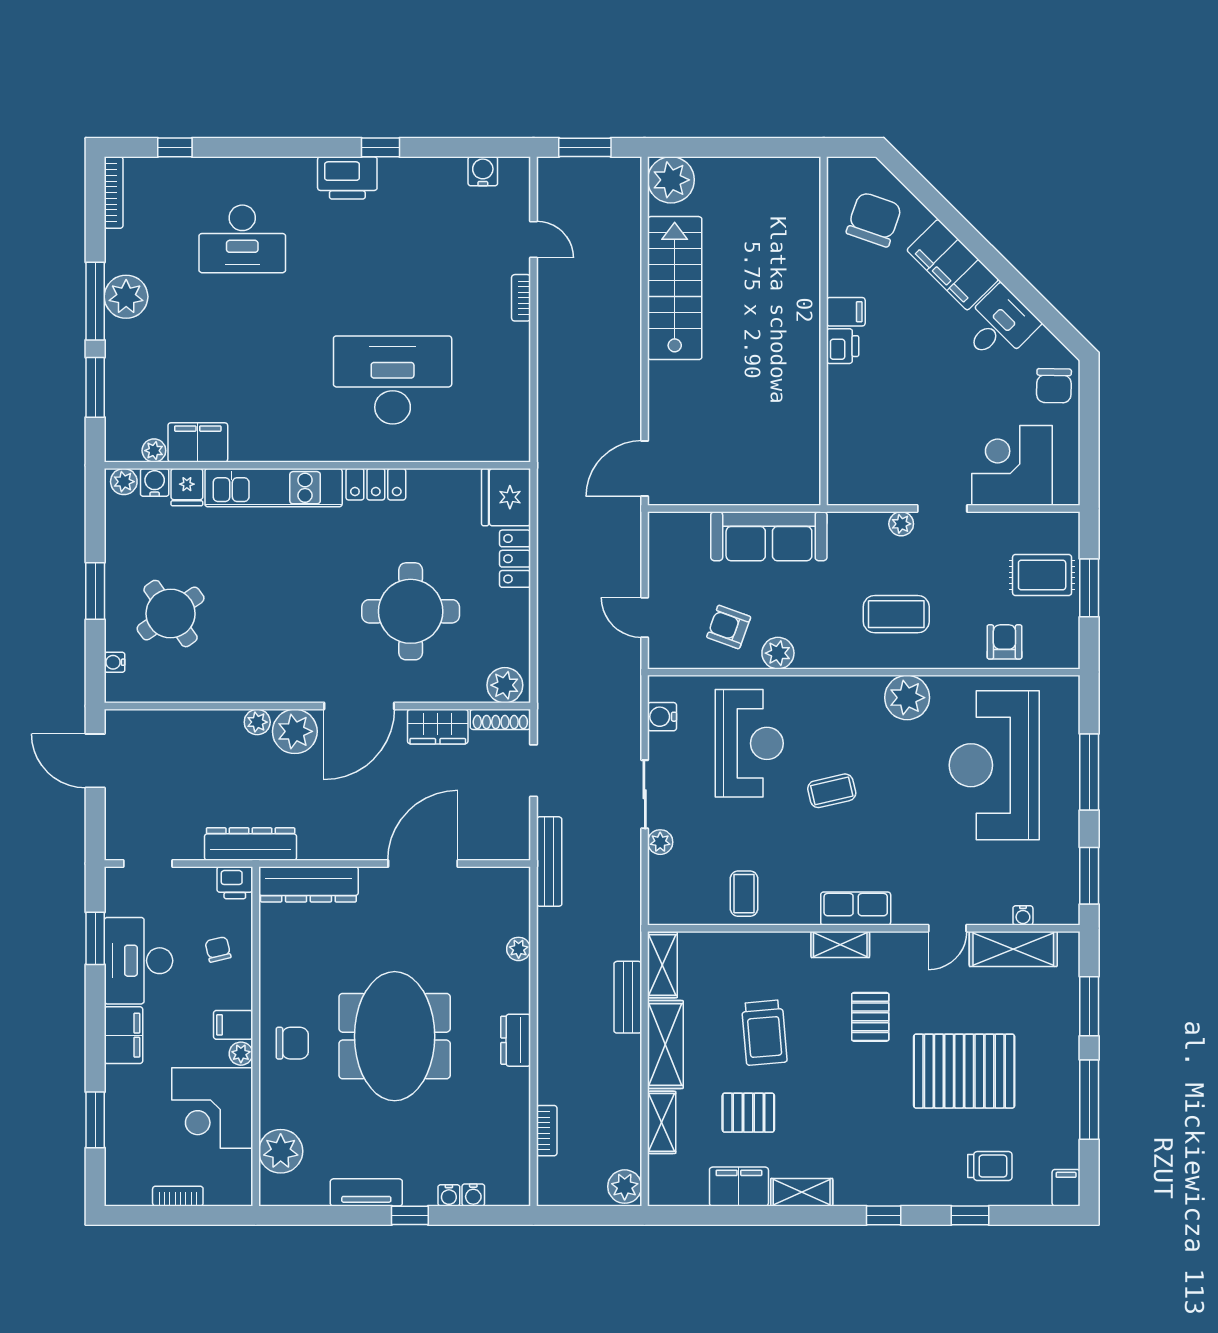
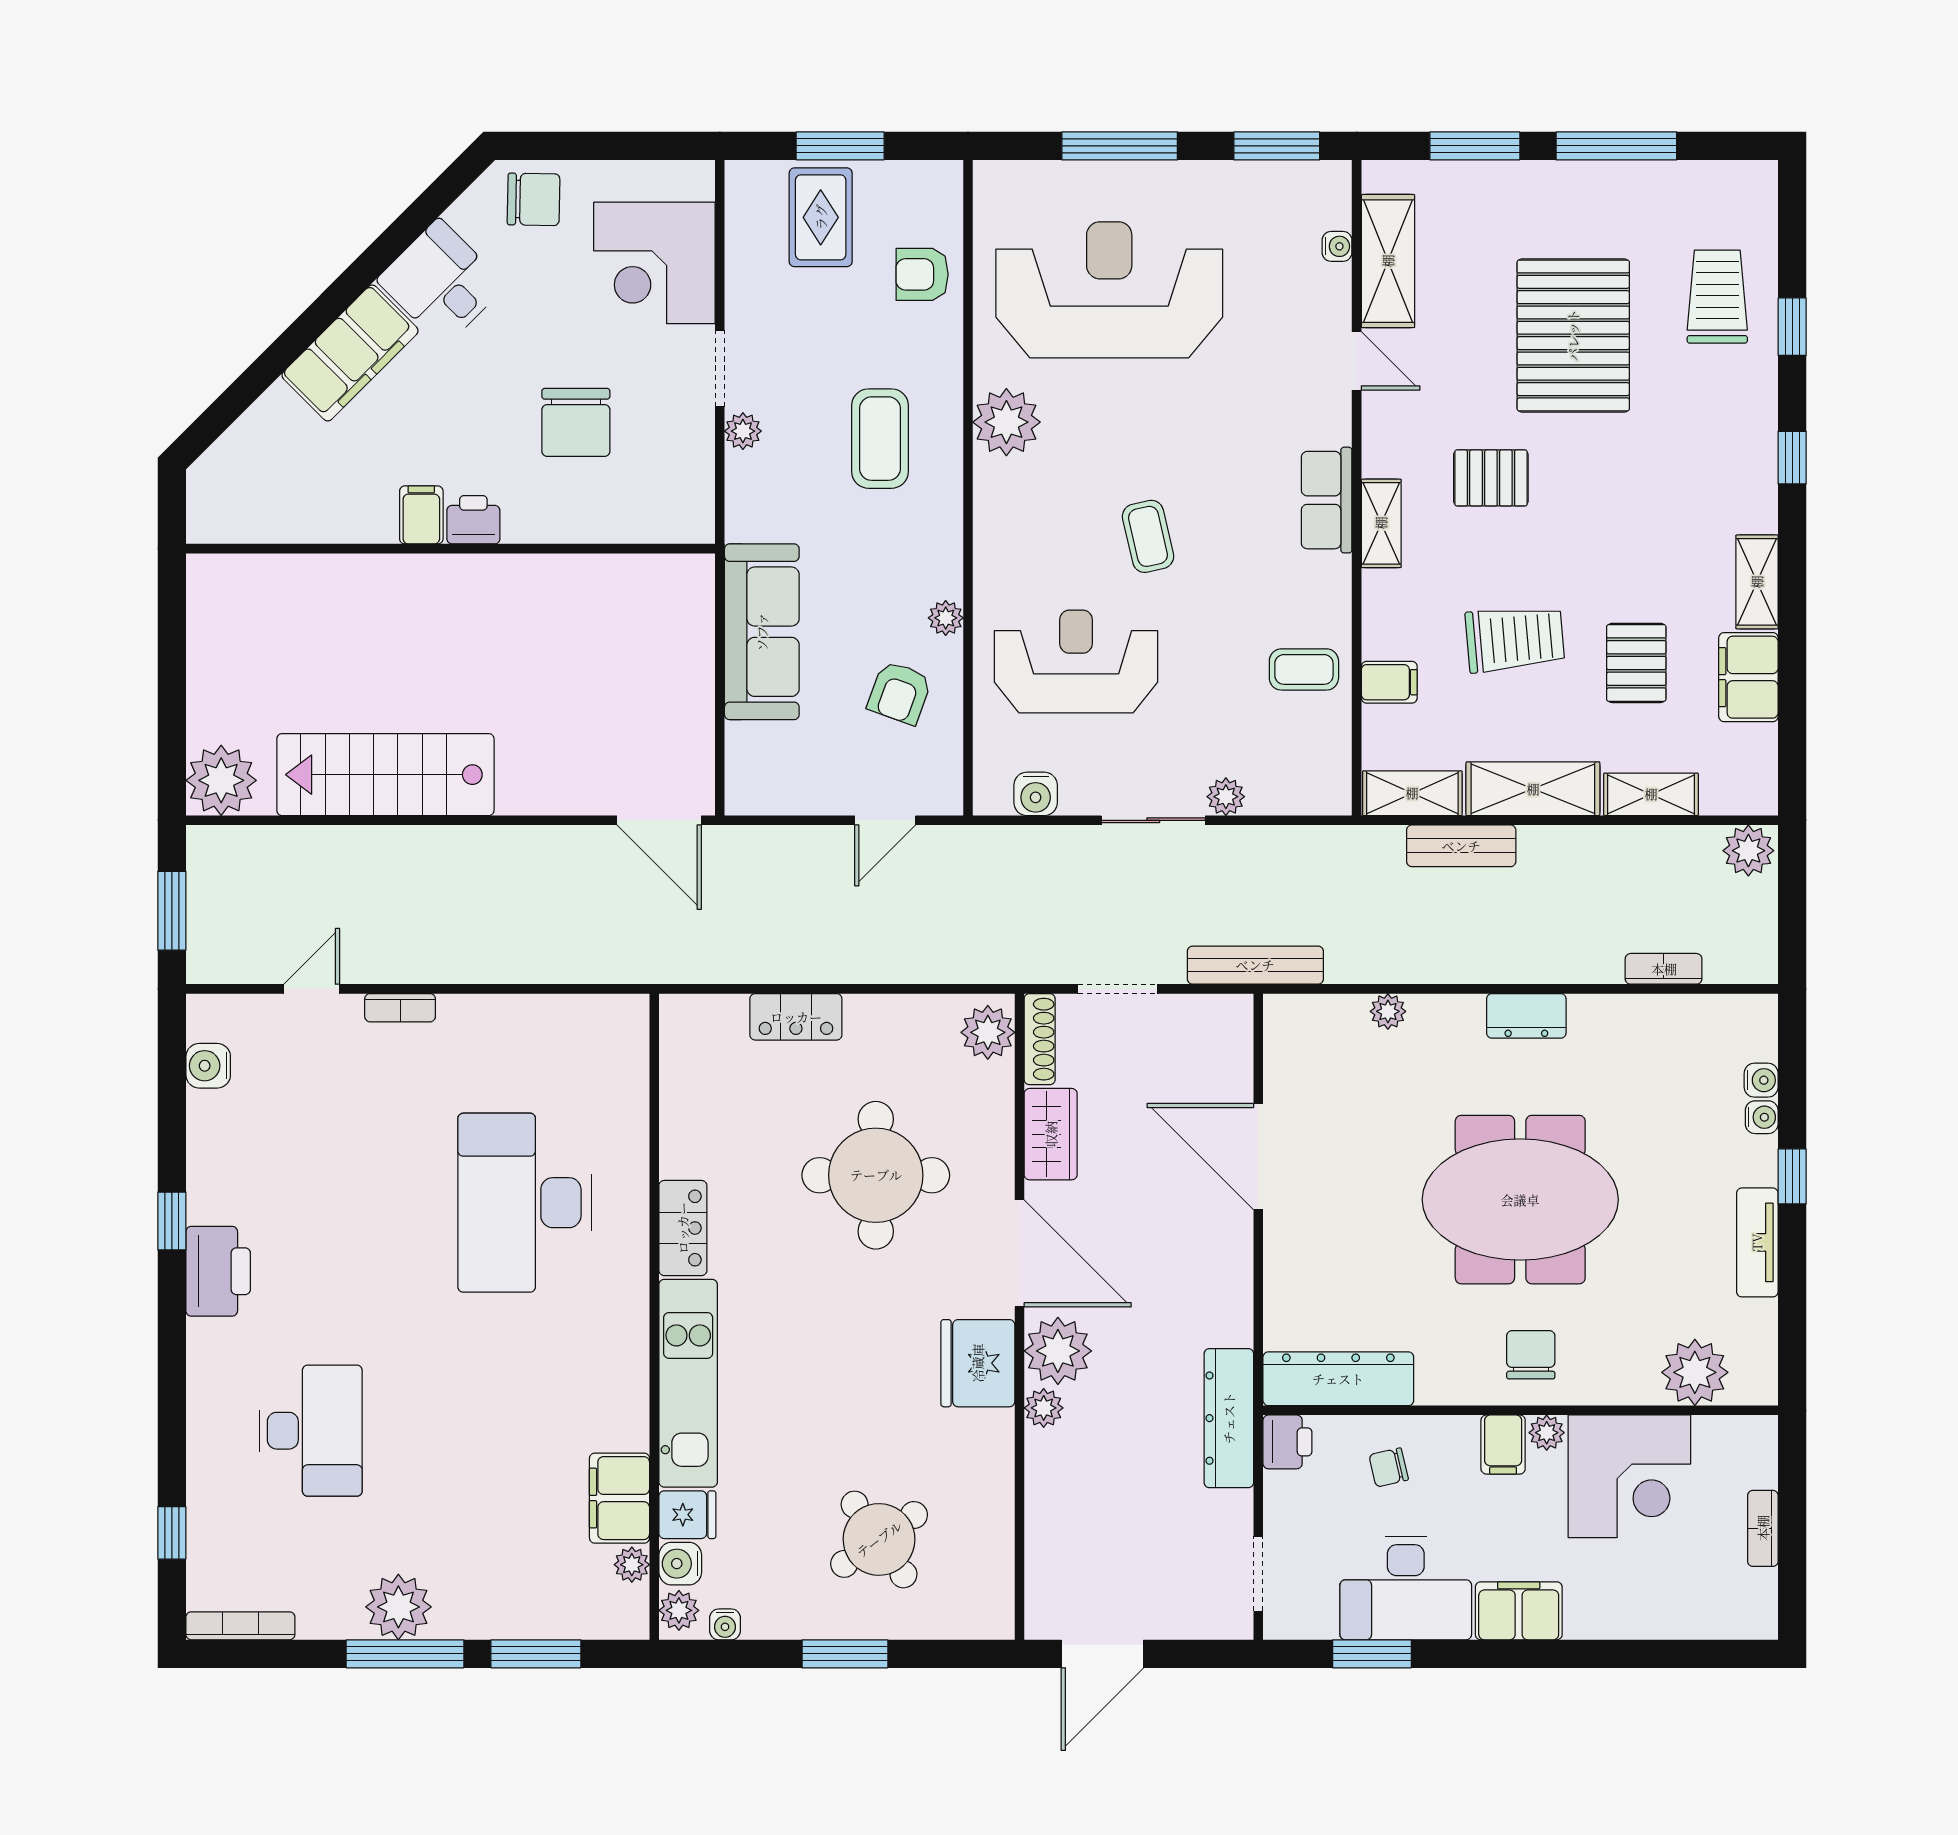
chair: (874, 219) -> (576, 422), moved, turned -109
fridge: (506, 497) -> (978, 1363), moved, turned 90
plant: (778, 653) -> (946, 618), width x0.73, depth x0.73
water cooler: (115, 662) -> (725, 1624), moved
reception desk: (994, 765) -> (1109, 290), turned 180
dresser: (308, 884) -> (1338, 1379), moved, turned -90
window: (95, 1120) -> (1647, 1654), removed
trolley: (990, 1166) -> (1717, 297), width x1.36, depth x1.39
filing cabinet: (1066, 1188) -> (1389, 682), moved, turned 180

